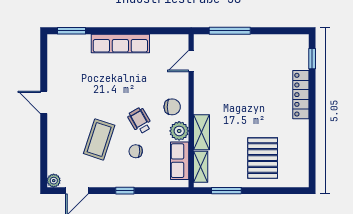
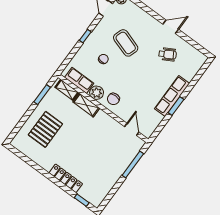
window: (72, 31) -> (176, 106), moved
wheelchair: (140, 121) -> (167, 54), moved
pallet: (263, 158) -> (45, 129), turned 90

